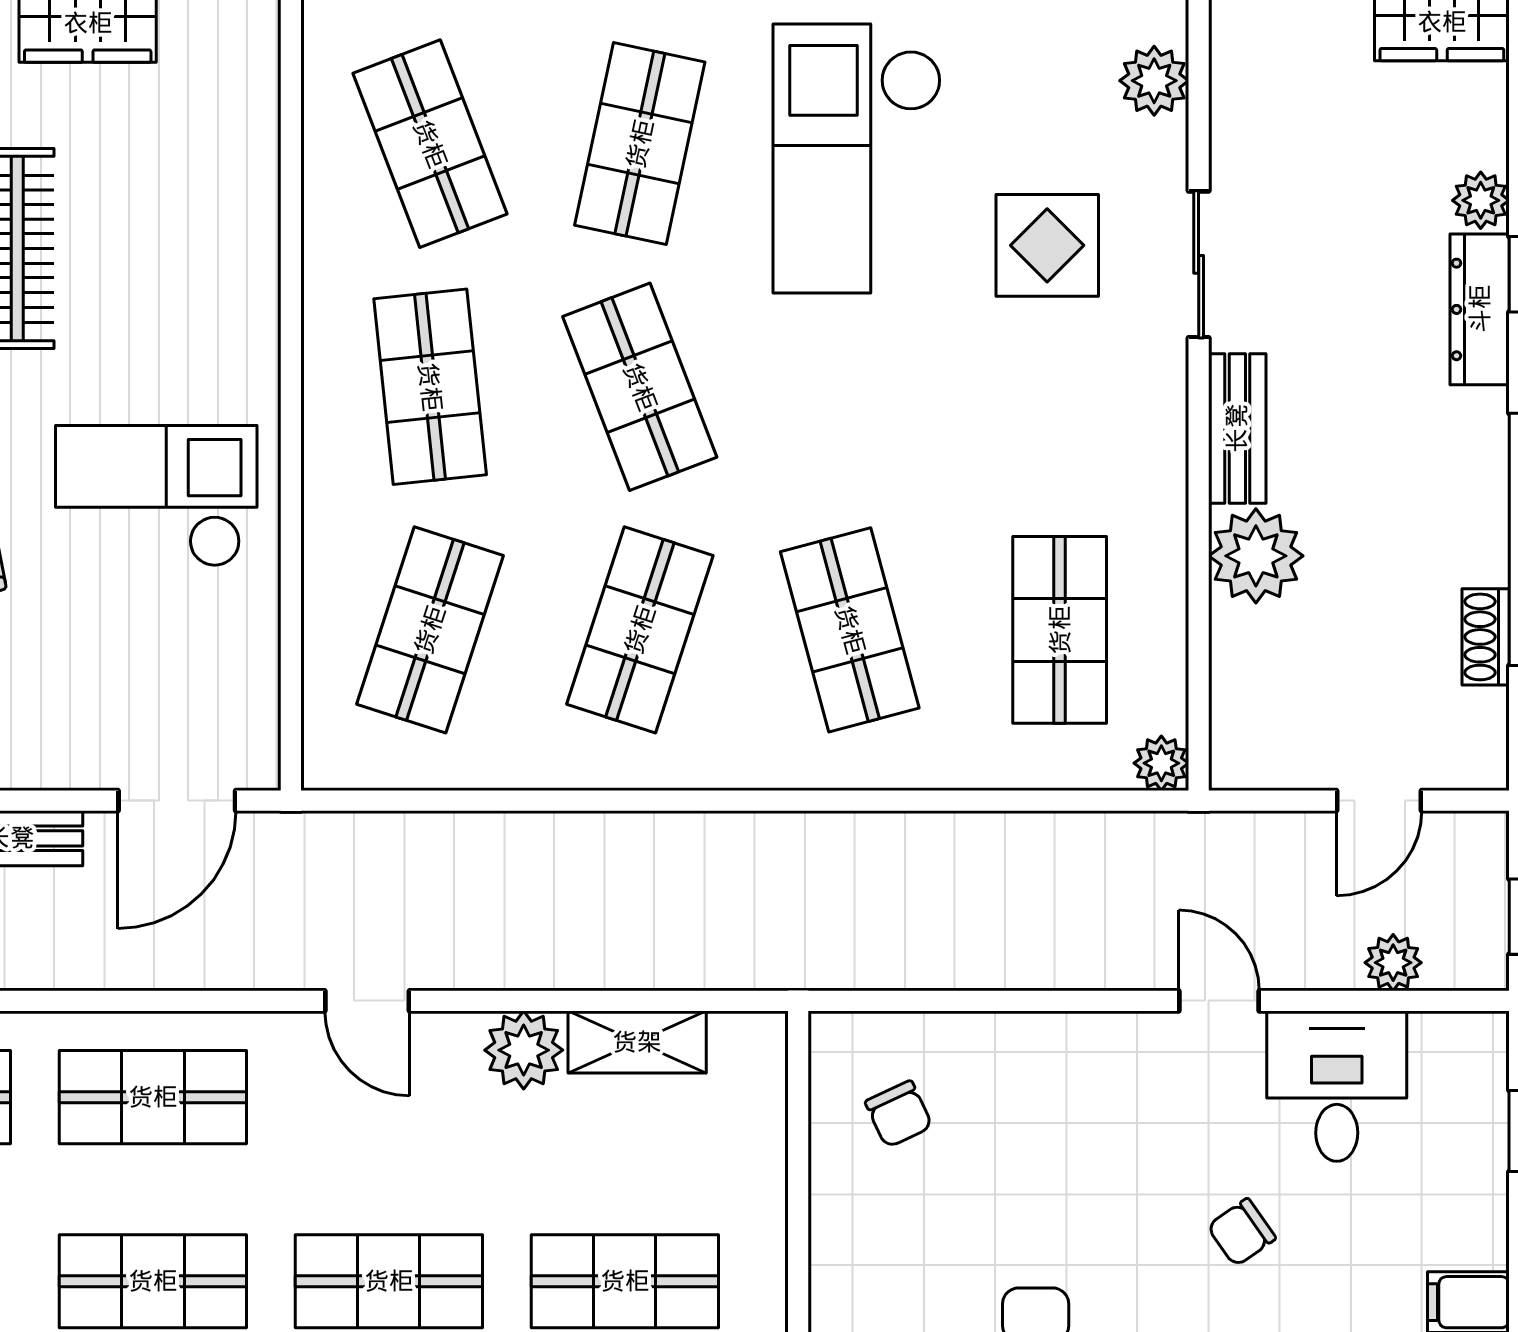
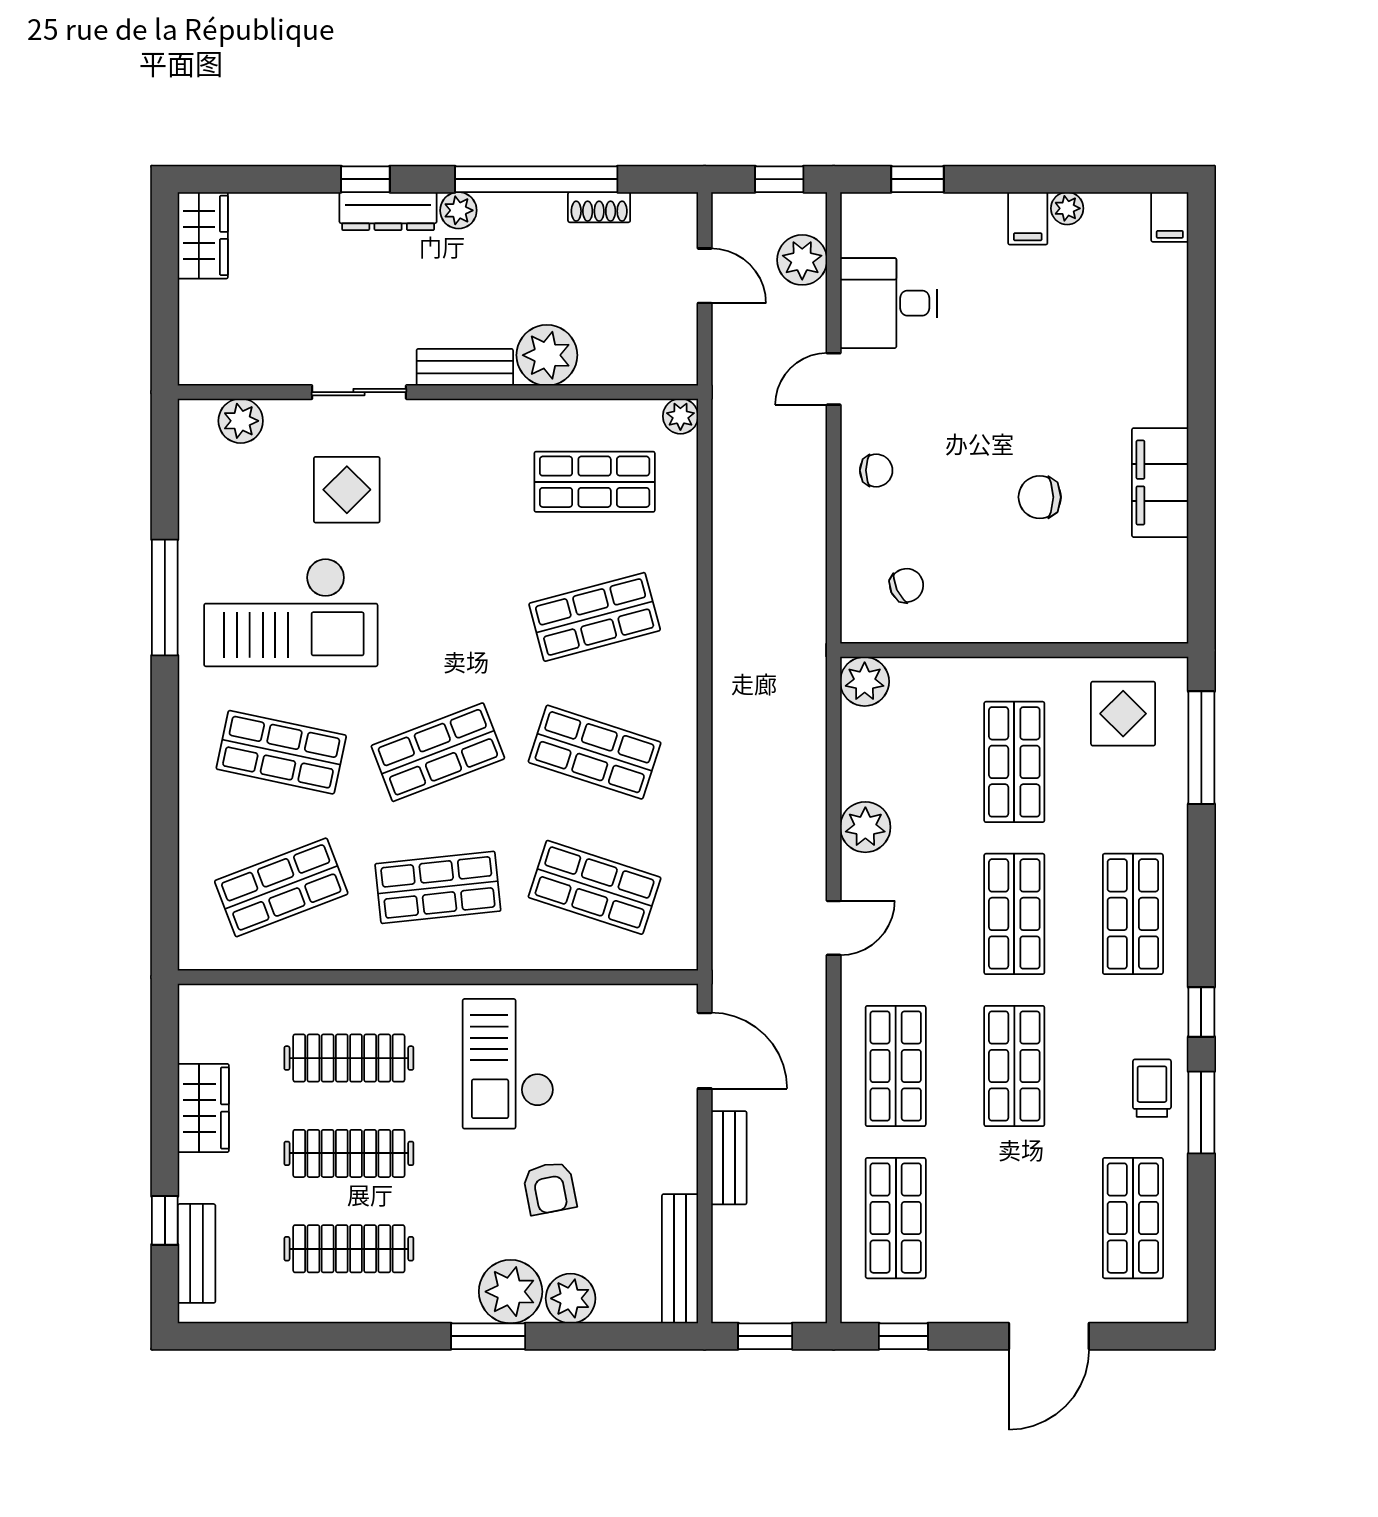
plant: (1481, 200) -> (458, 210), moved
clothes rail: (165, 249) -> (349, 1058), added
plant: (1393, 963) -> (802, 260), width x1.38, depth x1.38
shelving: (637, 1042) -> (860, 754), removed
plant: (750, 1049) -> (865, 682), added
chair: (1242, 1232) -> (876, 470), moved, turned -55

